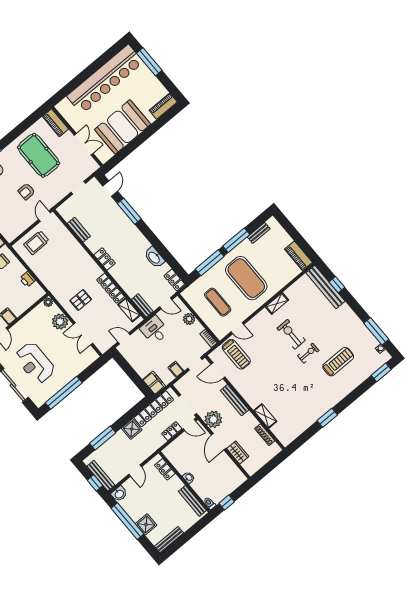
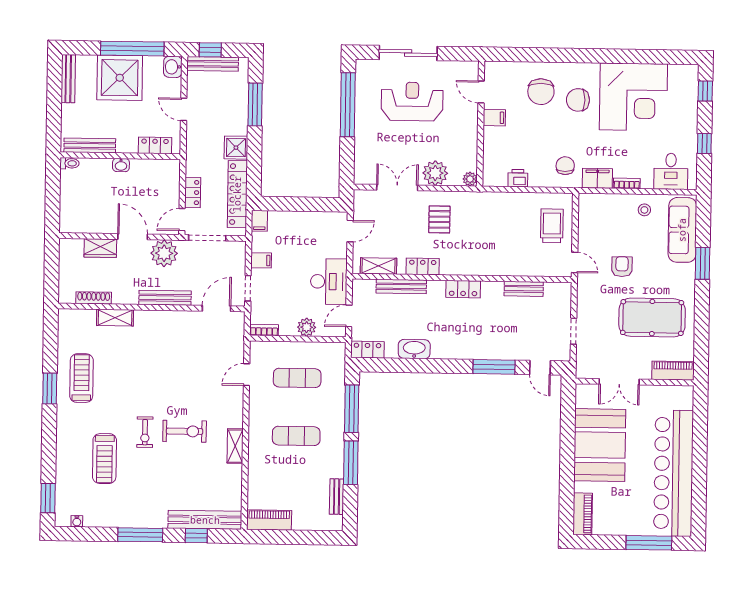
exercise mat: (246, 278) -> (296, 436), width x0.50, depth x0.69
locker: (111, 288) -> (423, 266), width x0.66
bench: (142, 305) -> (401, 287), moved, width x1.36
desk: (154, 330) -> (329, 281), width x1.37
window: (376, 331) -> (140, 535), moved
treadmill: (236, 354) -> (82, 378), moved, turned 90
filing cabinet: (154, 383) -> (259, 221), width x0.50
window: (227, 503) -> (53, 184), removed
shower: (146, 524) -> (120, 78), width x1.86, depth x1.86

